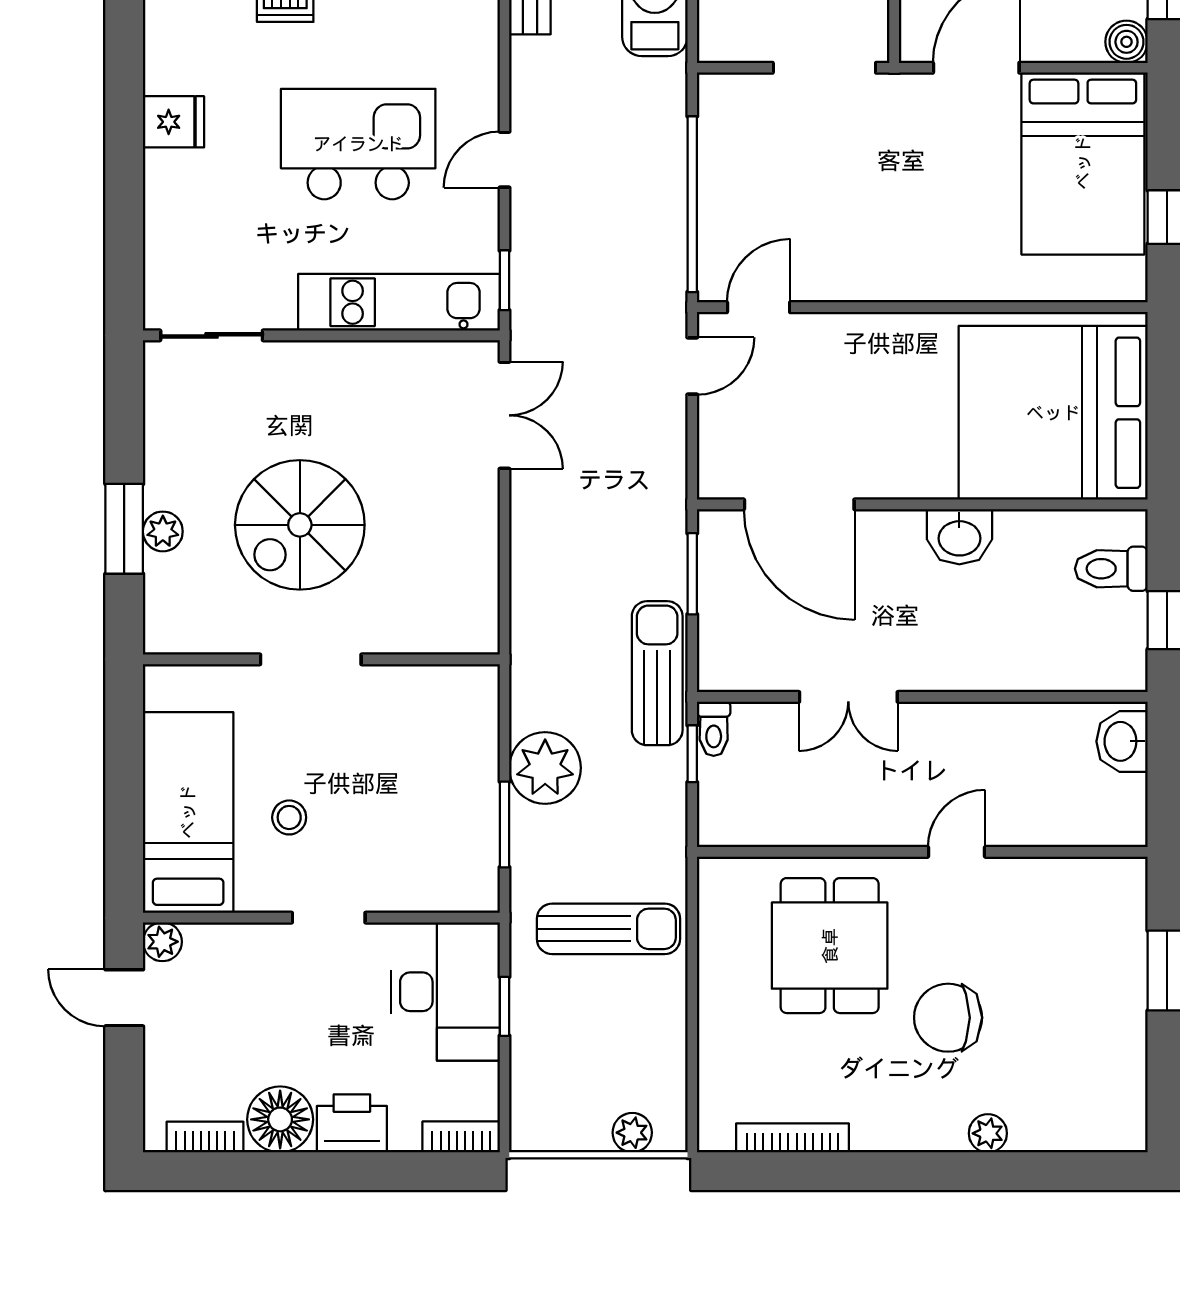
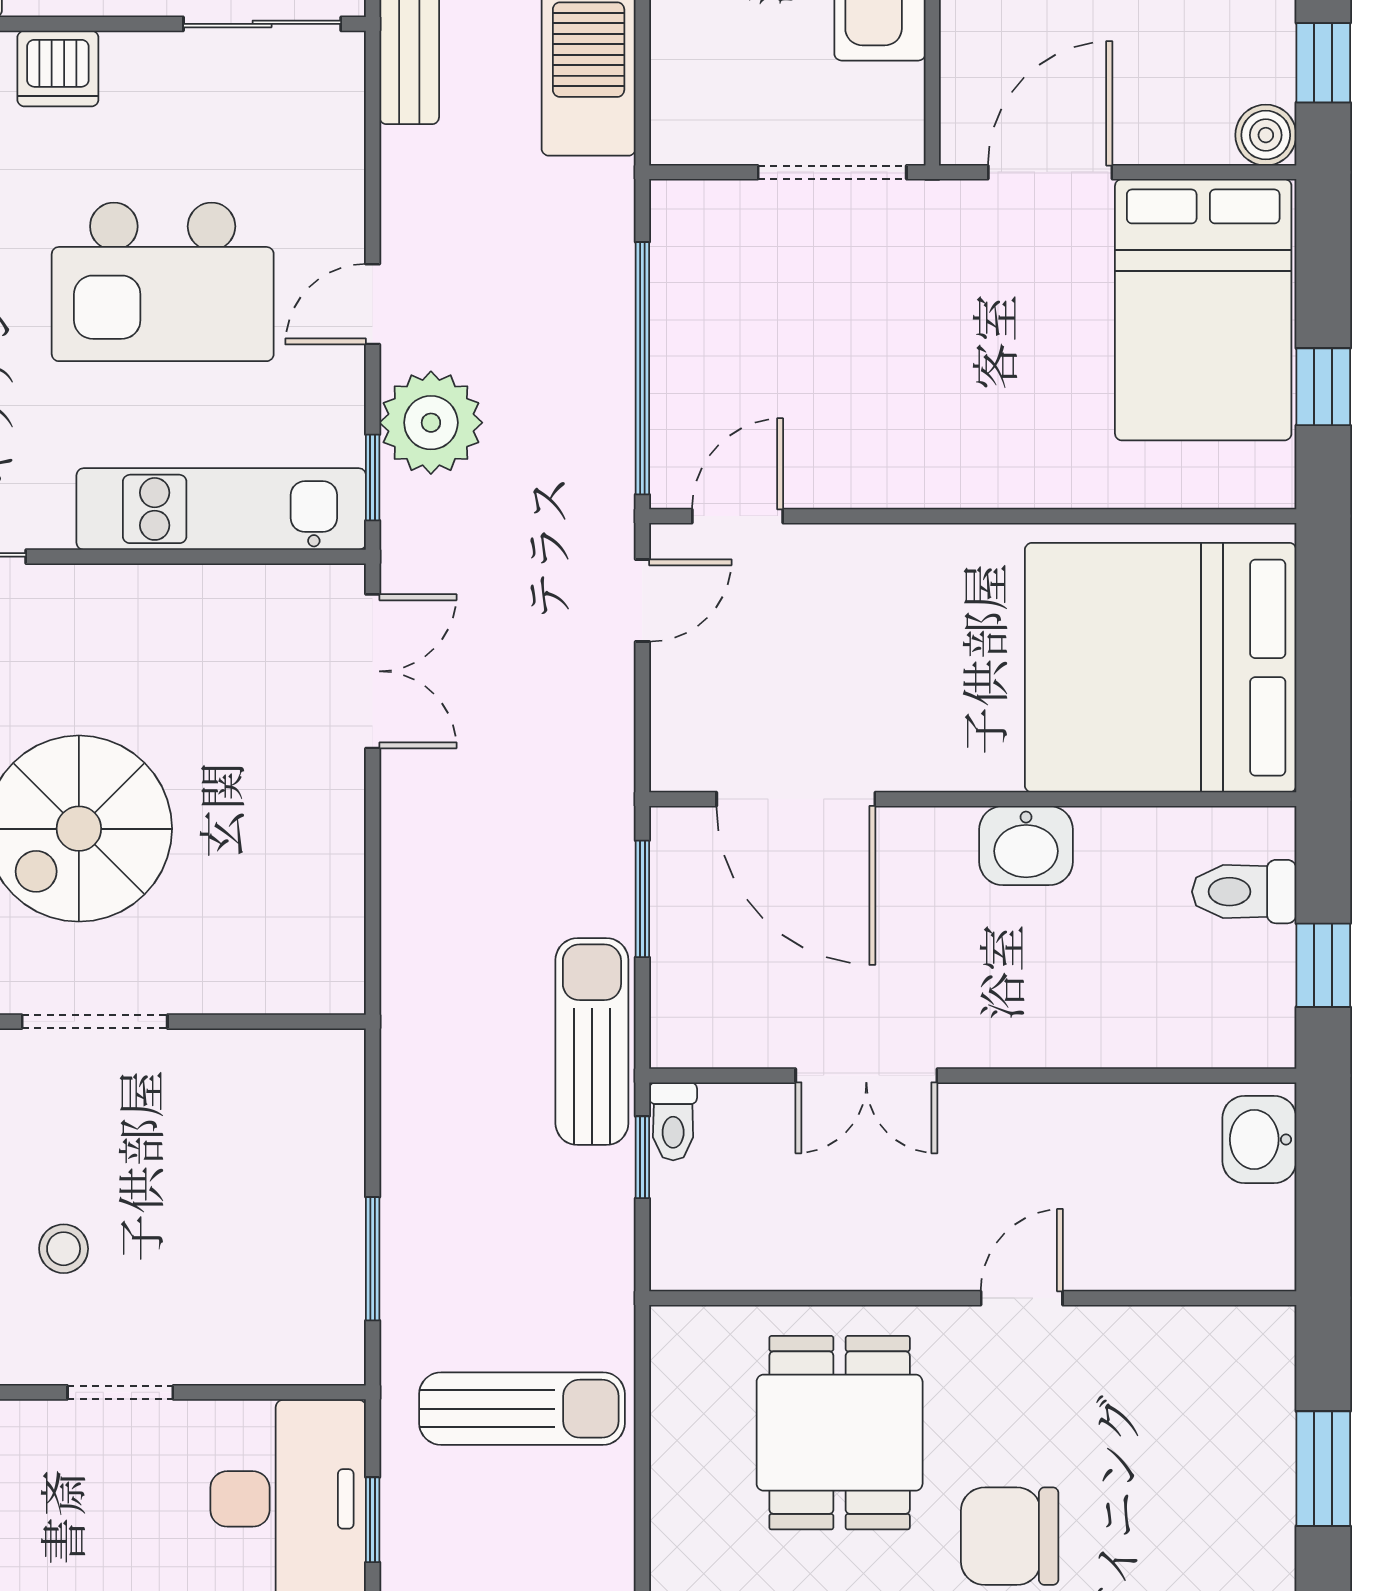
kitchen island: (358, 144) -> (163, 282), turned 180
plant: (545, 768) -> (431, 423), moved

